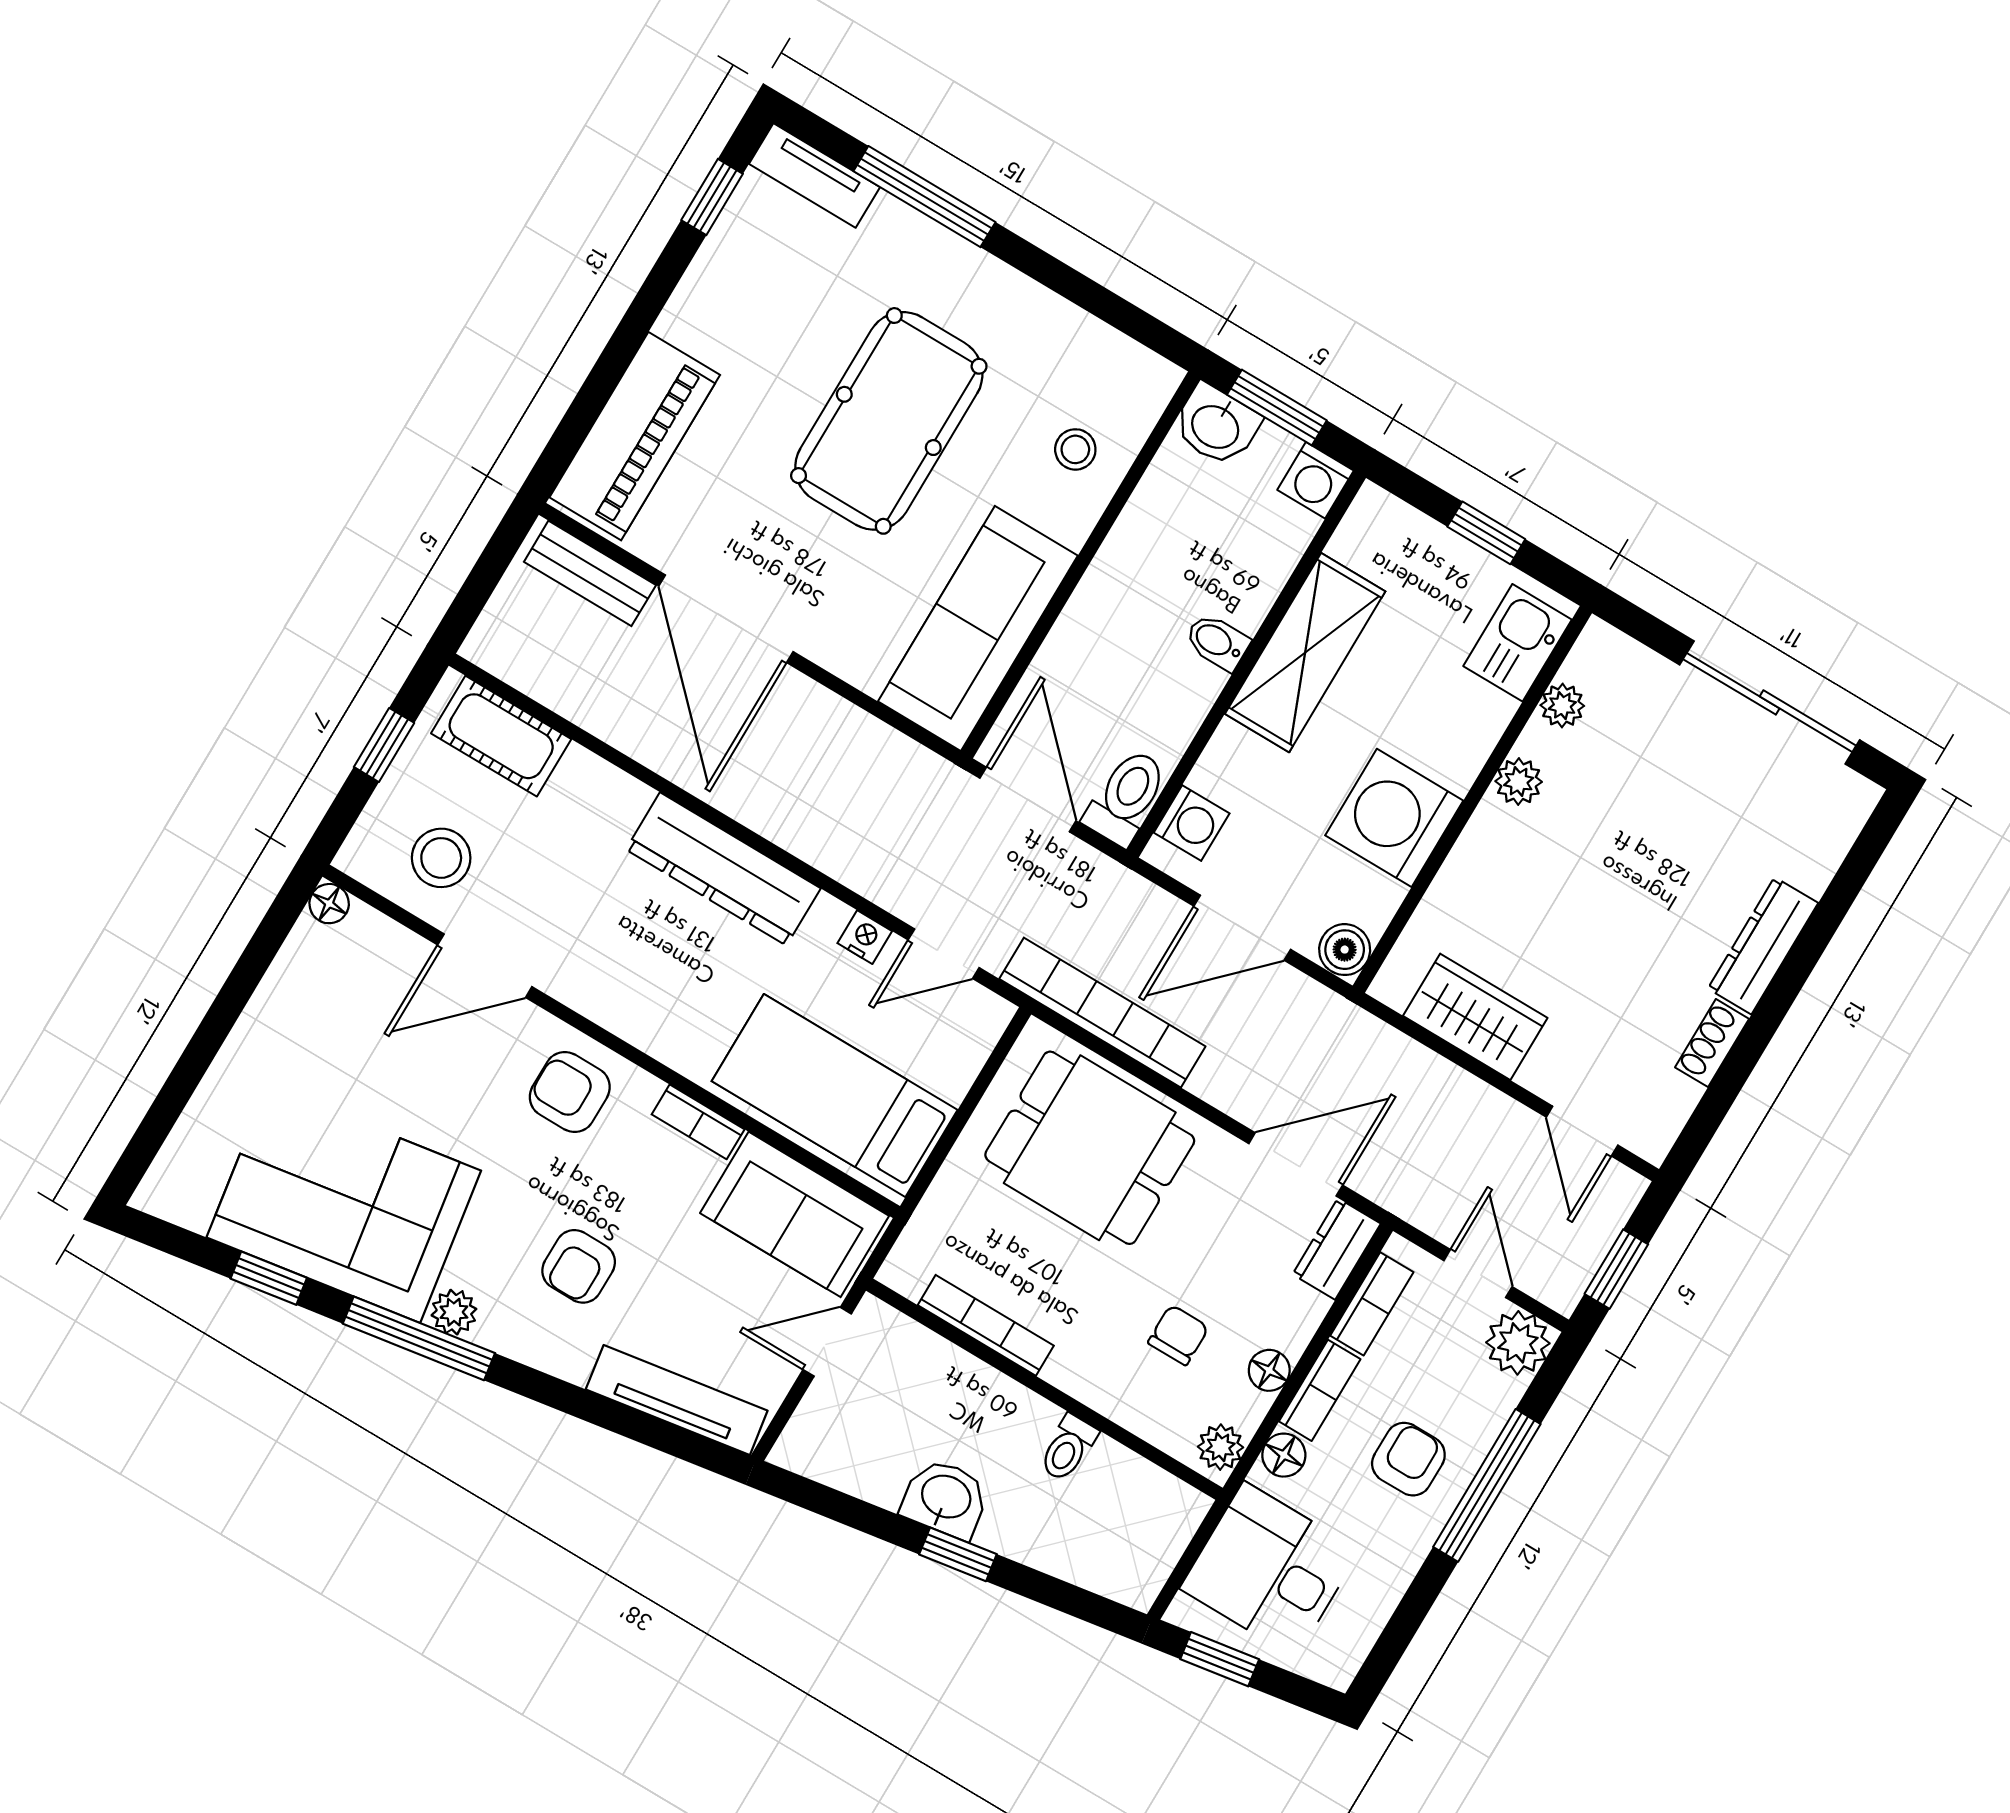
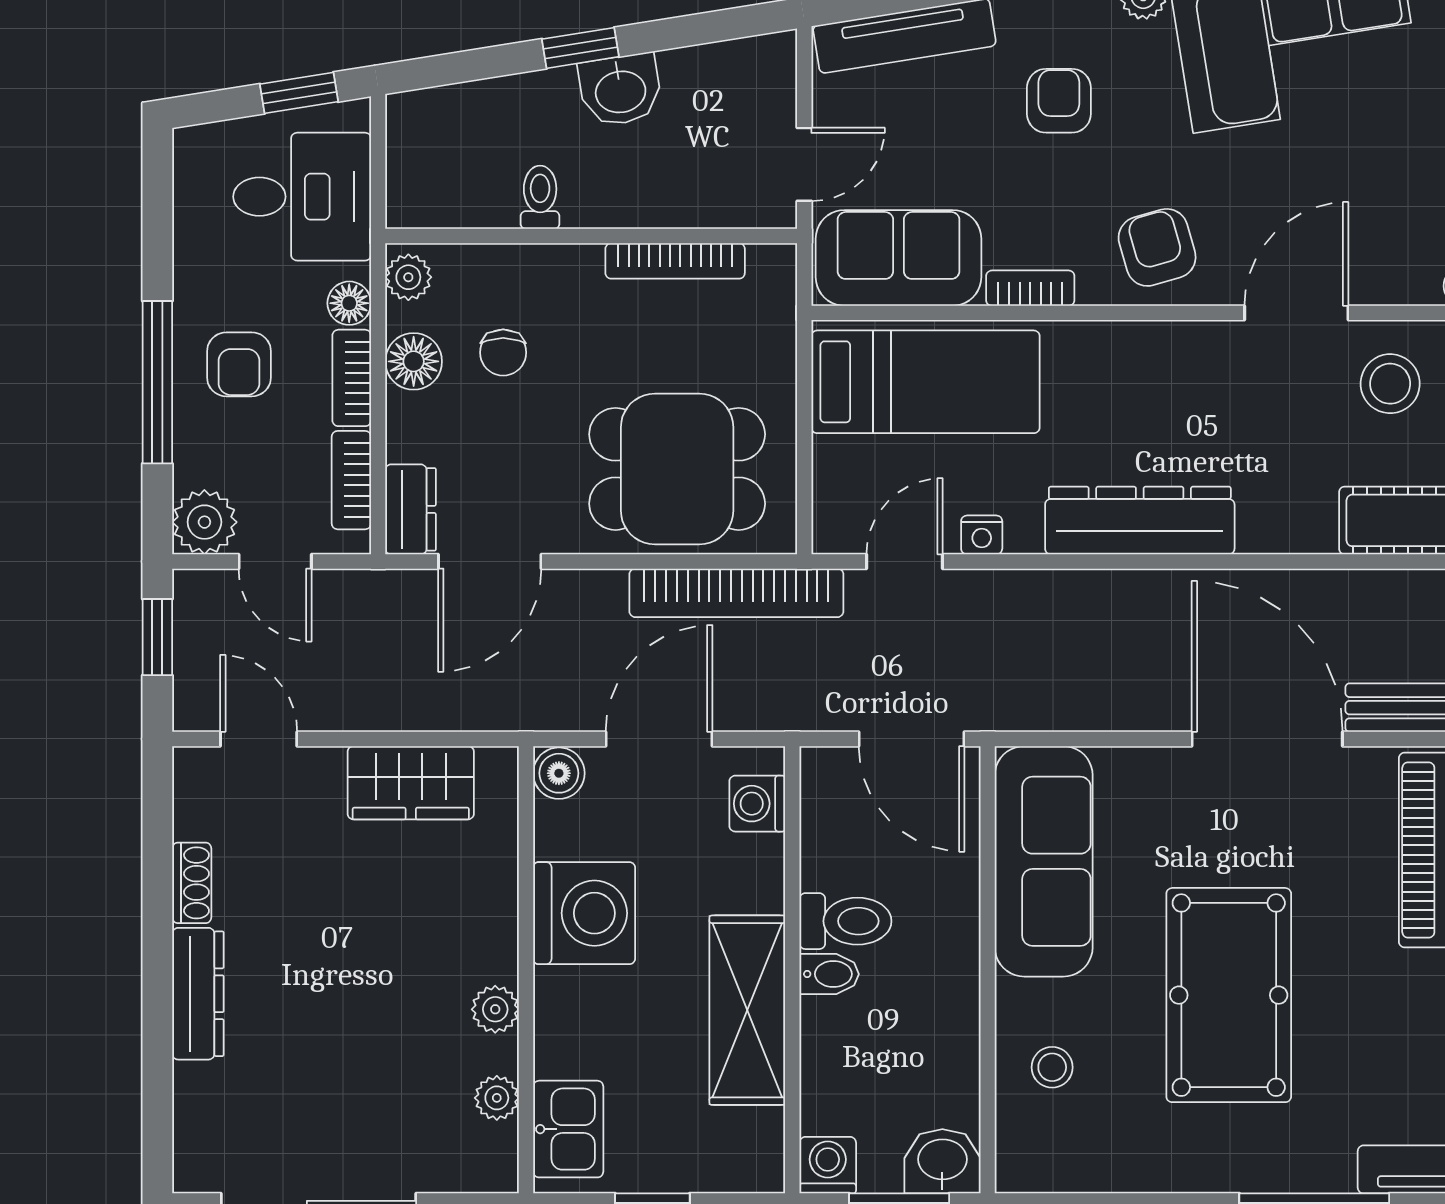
toilet: (1126, 797) -> (845, 921), moved, turned -90
armchair: (570, 1092) -> (1157, 247), turned -106
floor lamp: (1269, 1370) -> (414, 361), width x1.37, depth x1.37

